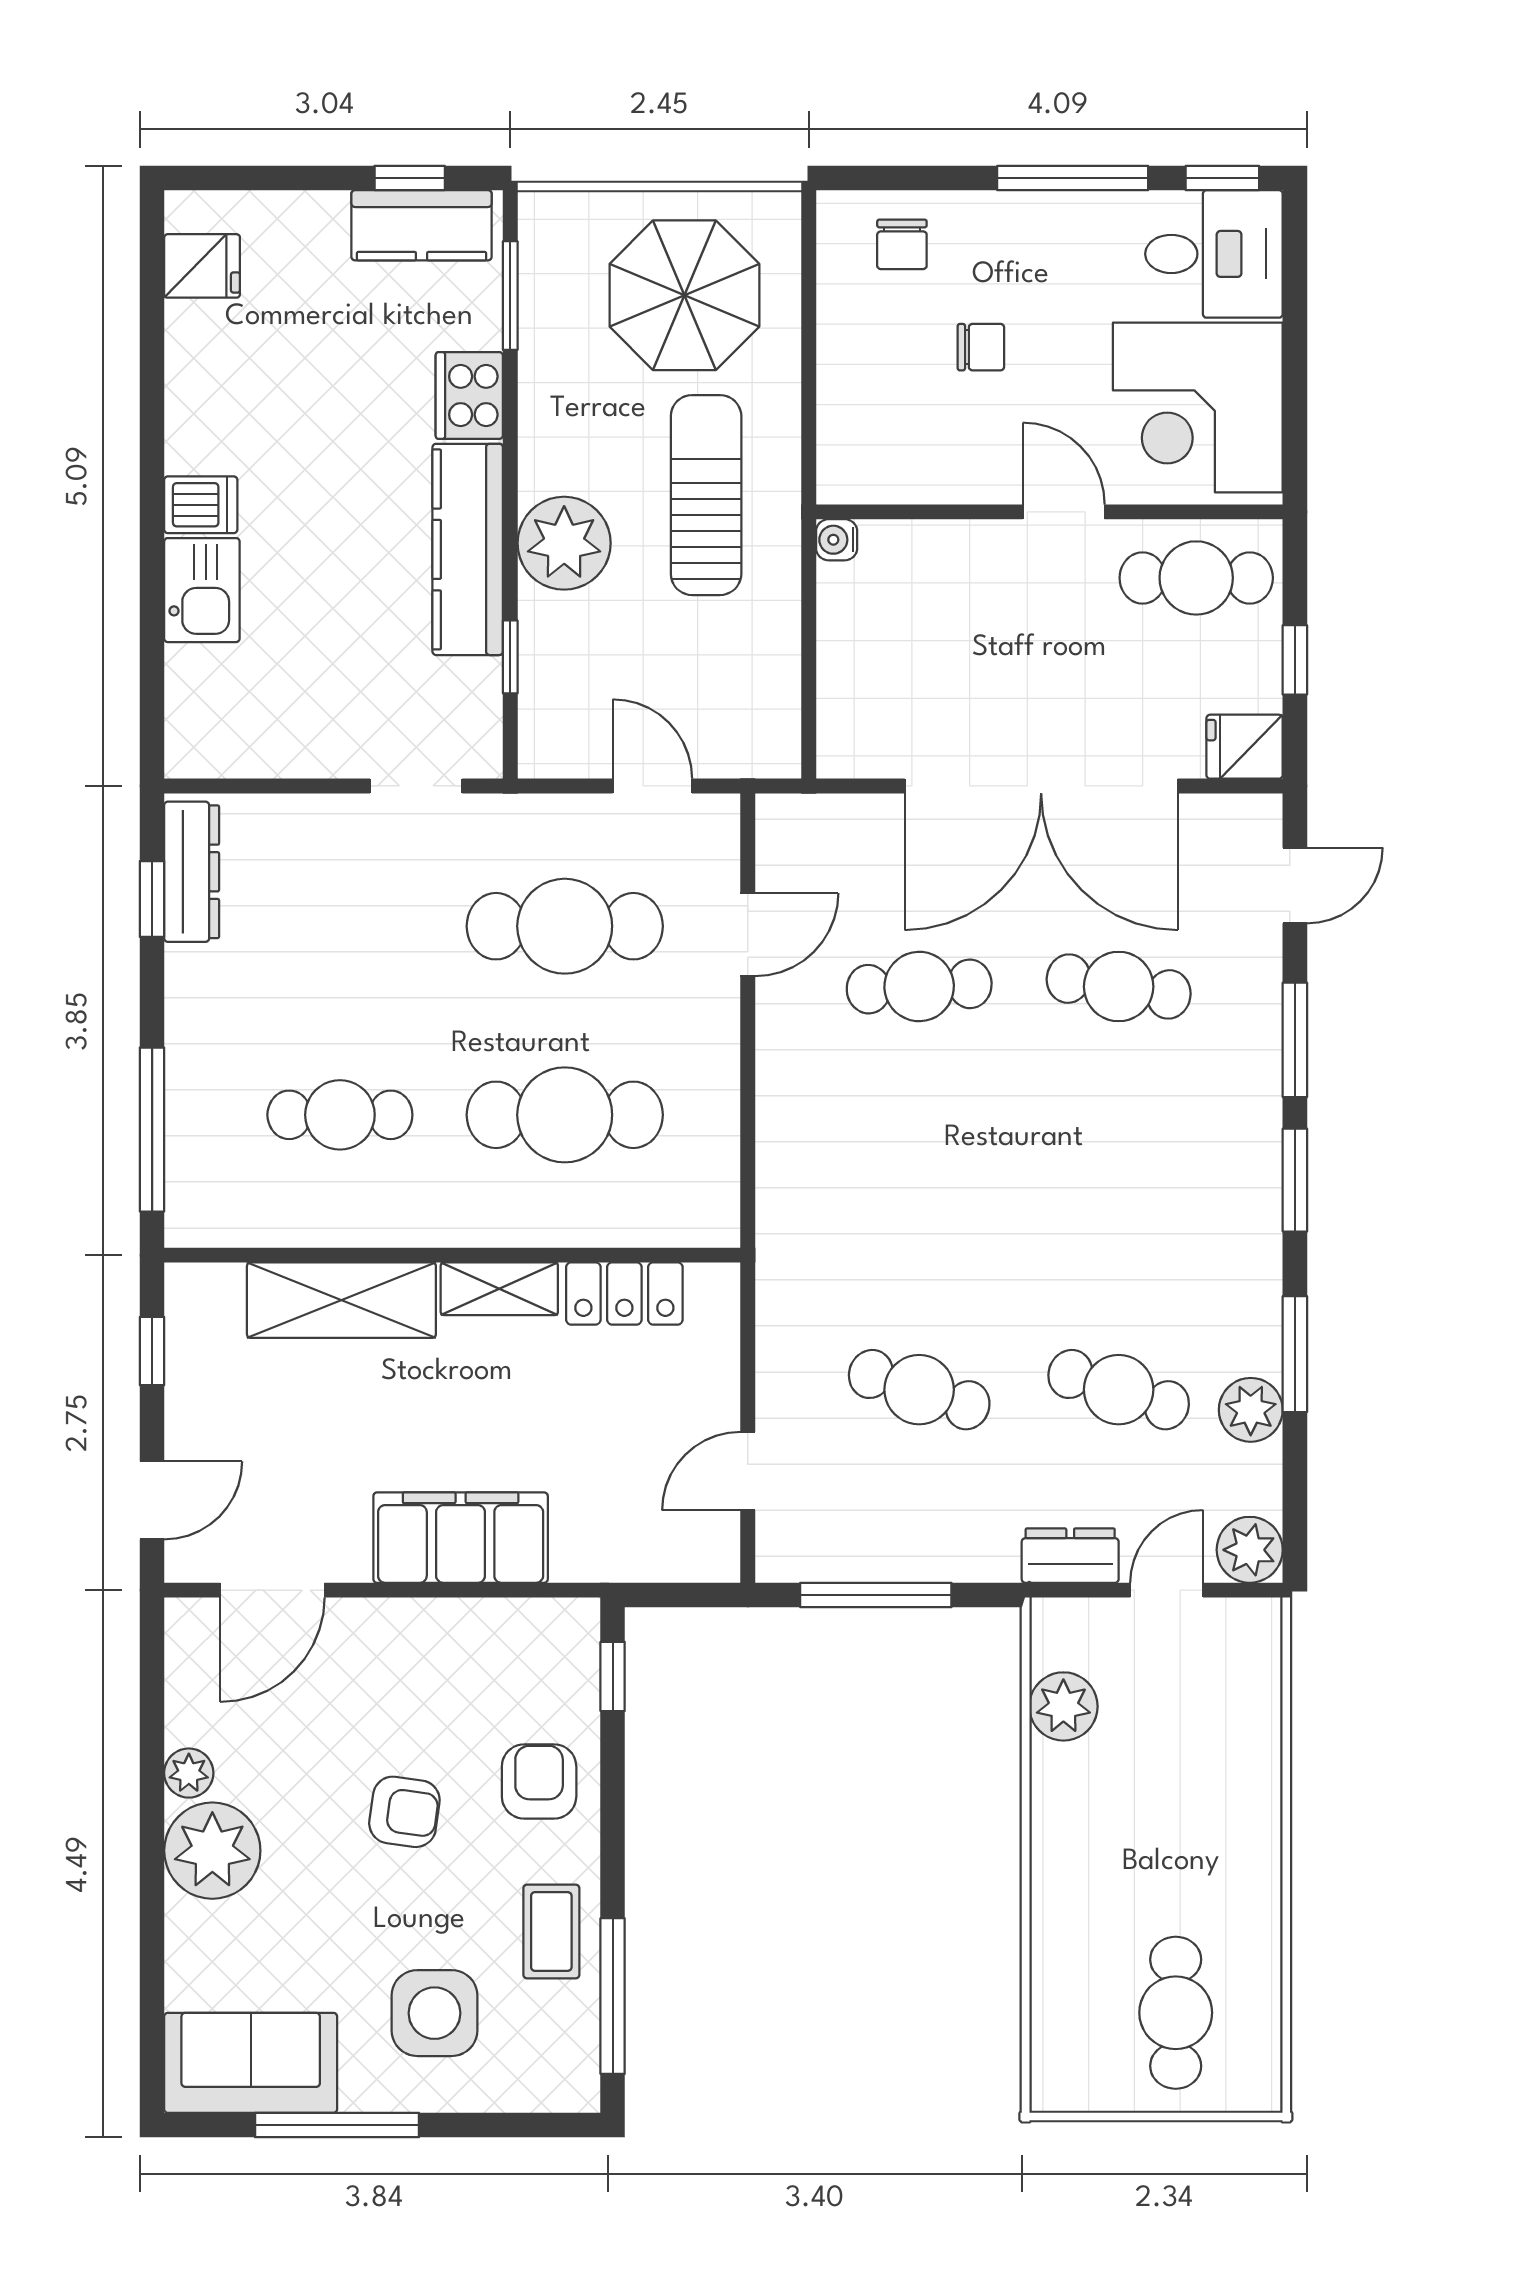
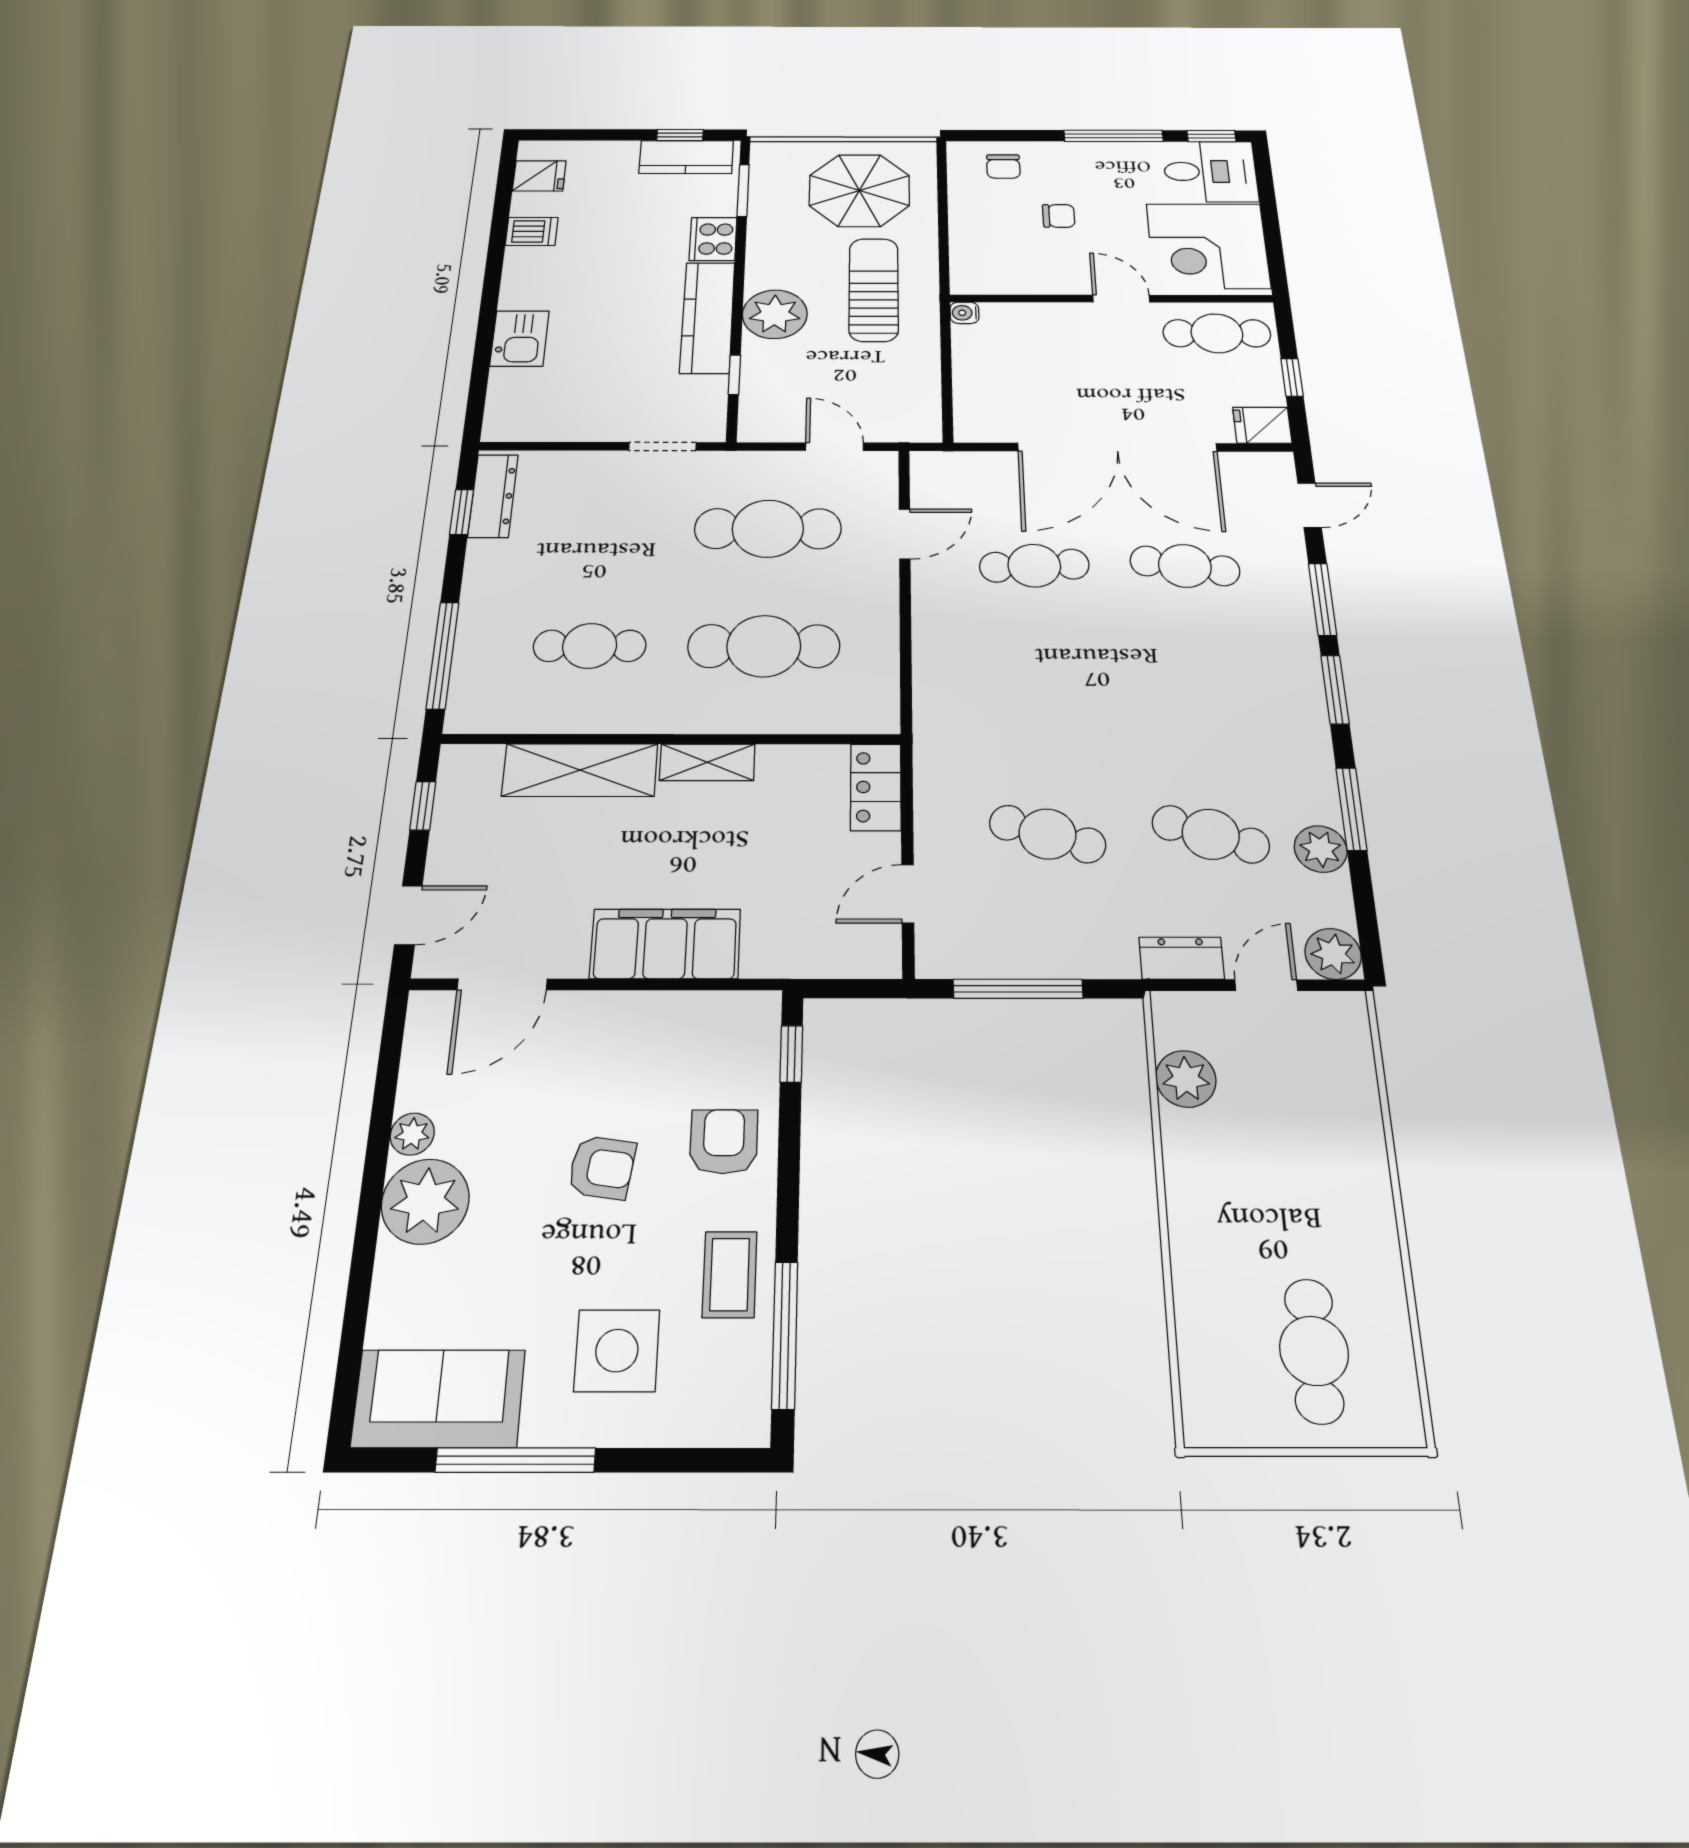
dishwasher: (201, 505) -> (532, 231), moved
locker: (624, 1293) -> (876, 787), moved, turned 90

